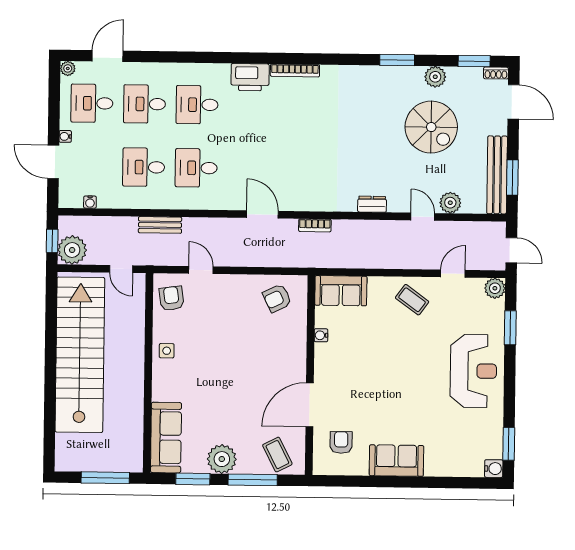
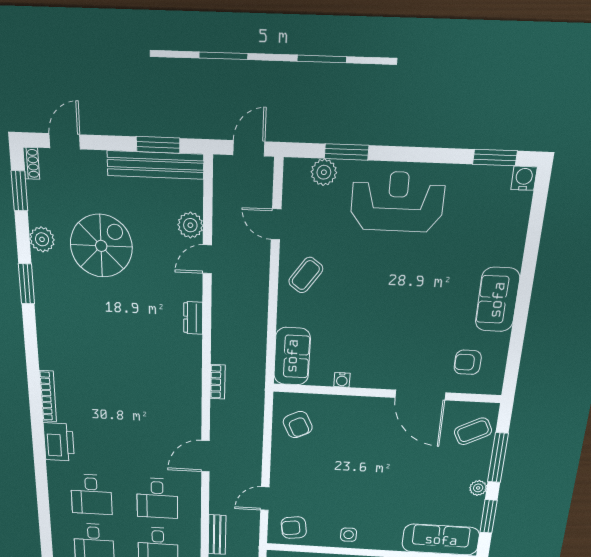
door: (513, 102) -> (65, 141), width x0.73
door: (262, 214) -> (205, 456), moved
plant: (495, 288) -> (324, 172), moved
plant: (222, 459) -> (478, 488), width x0.53, depth x0.53

